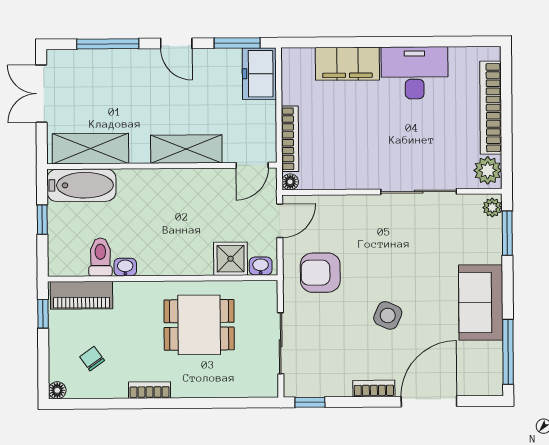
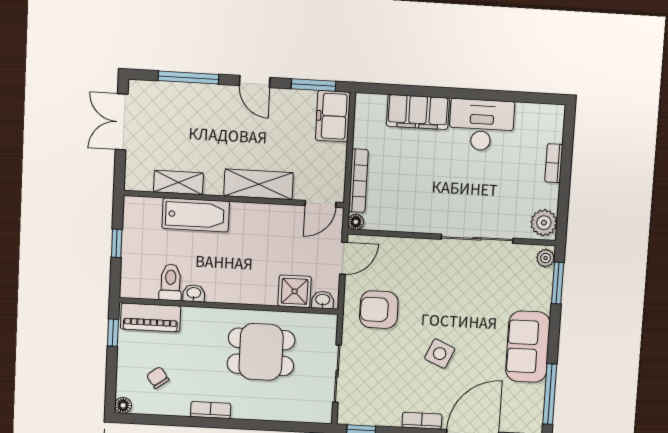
bookcase: (491, 108) -> (554, 163), width x0.43, depth x0.76
shelving: (90, 149) -> (178, 182), width x0.67, depth x0.75
bathtub: (81, 185) -> (196, 215), moved

